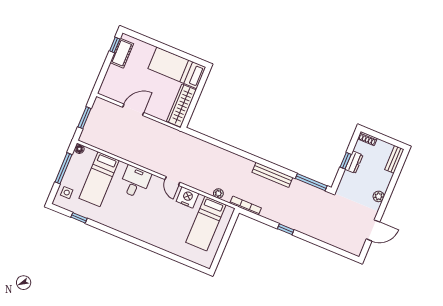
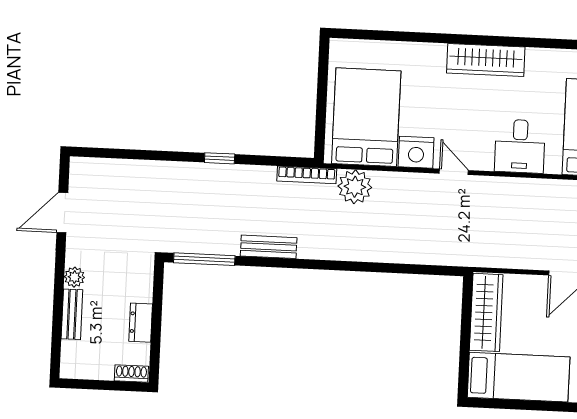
bench: (394, 159) -> (72, 314), moved
window: (346, 161) -> (156, 320), removed
bench: (272, 175) -> (269, 247), width x0.73
plant: (218, 193) -> (355, 187), width x1.88, depth x1.88
bed: (206, 224) -> (366, 117), width x1.50
wardrobe: (137, 231) -> (486, 60), added

